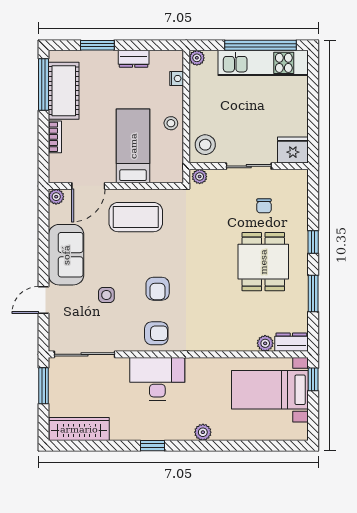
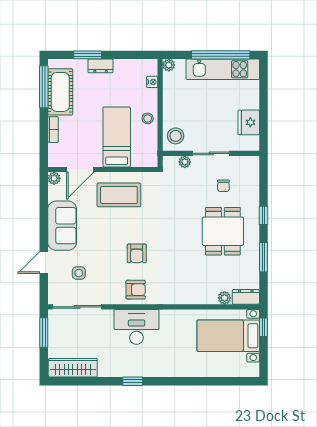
dresser: (134, 59) -> (101, 66), moved
fridge: (293, 150) -> (249, 122), moved, turned -90
plant: (200, 177) -> (185, 162), moved
side table: (106, 295) -> (79, 273), moved
plant: (203, 432) -> (174, 370), removed

